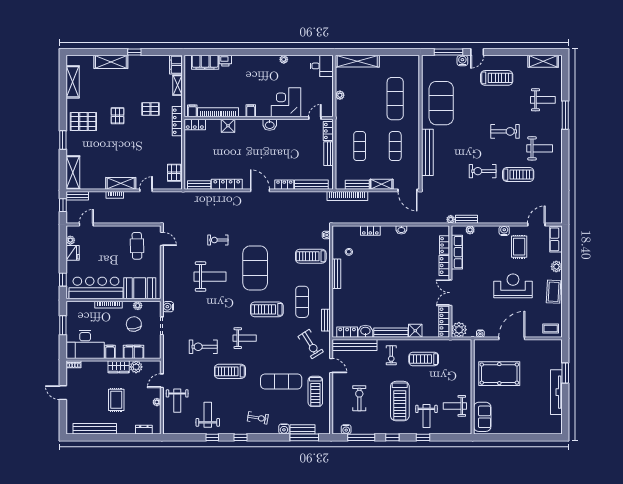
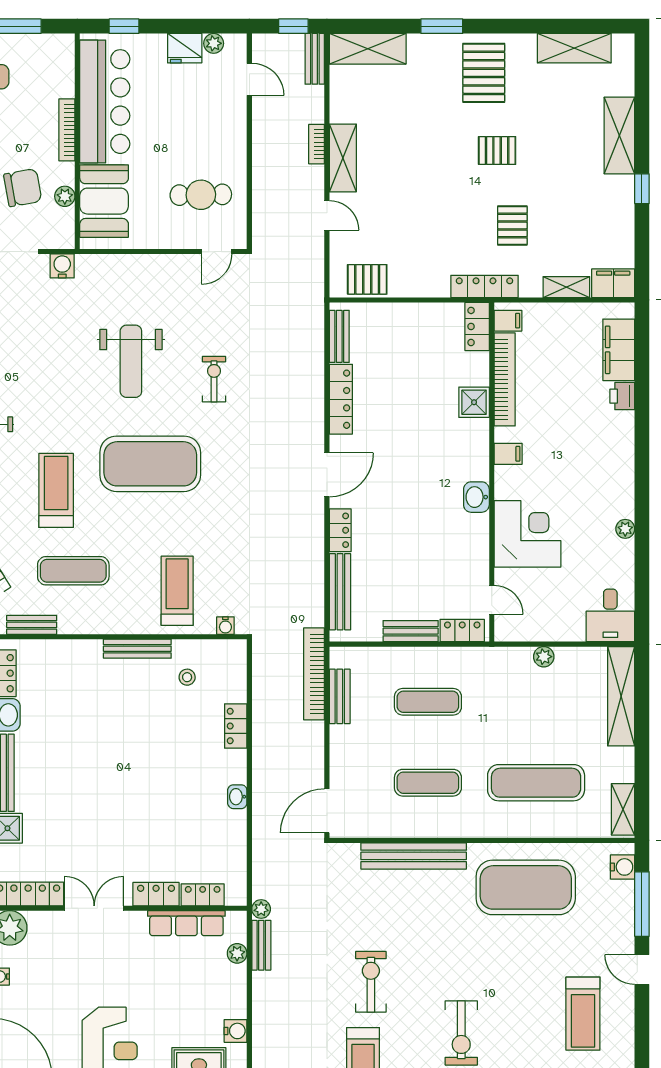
water cooler: (462, 61) -> (623, 867), moved
shelving: (381, 184) -> (623, 809), moved

